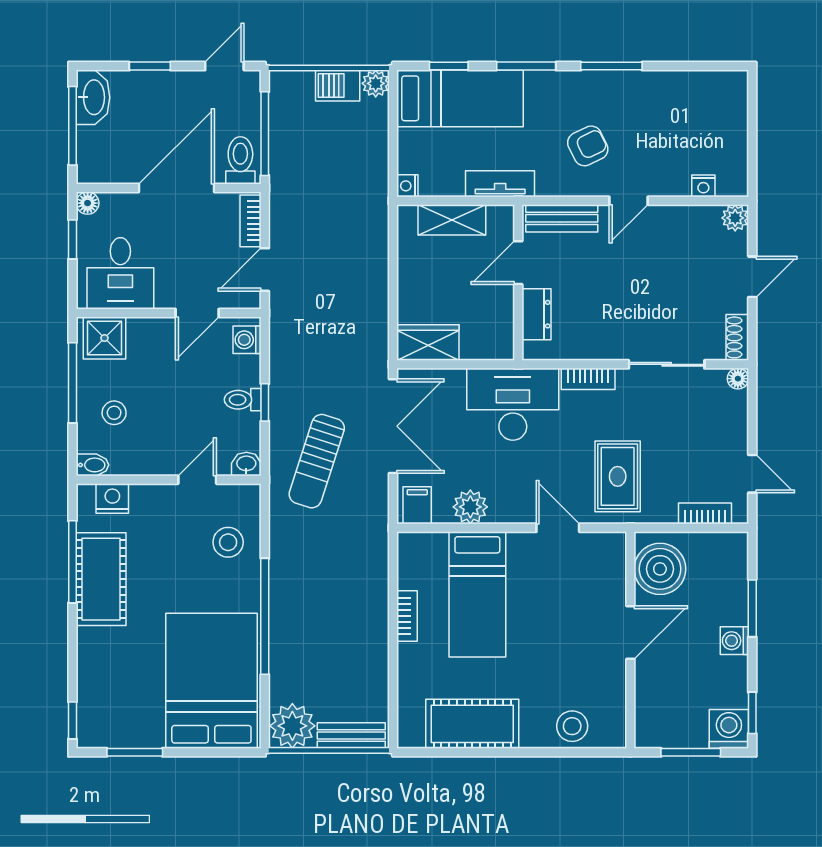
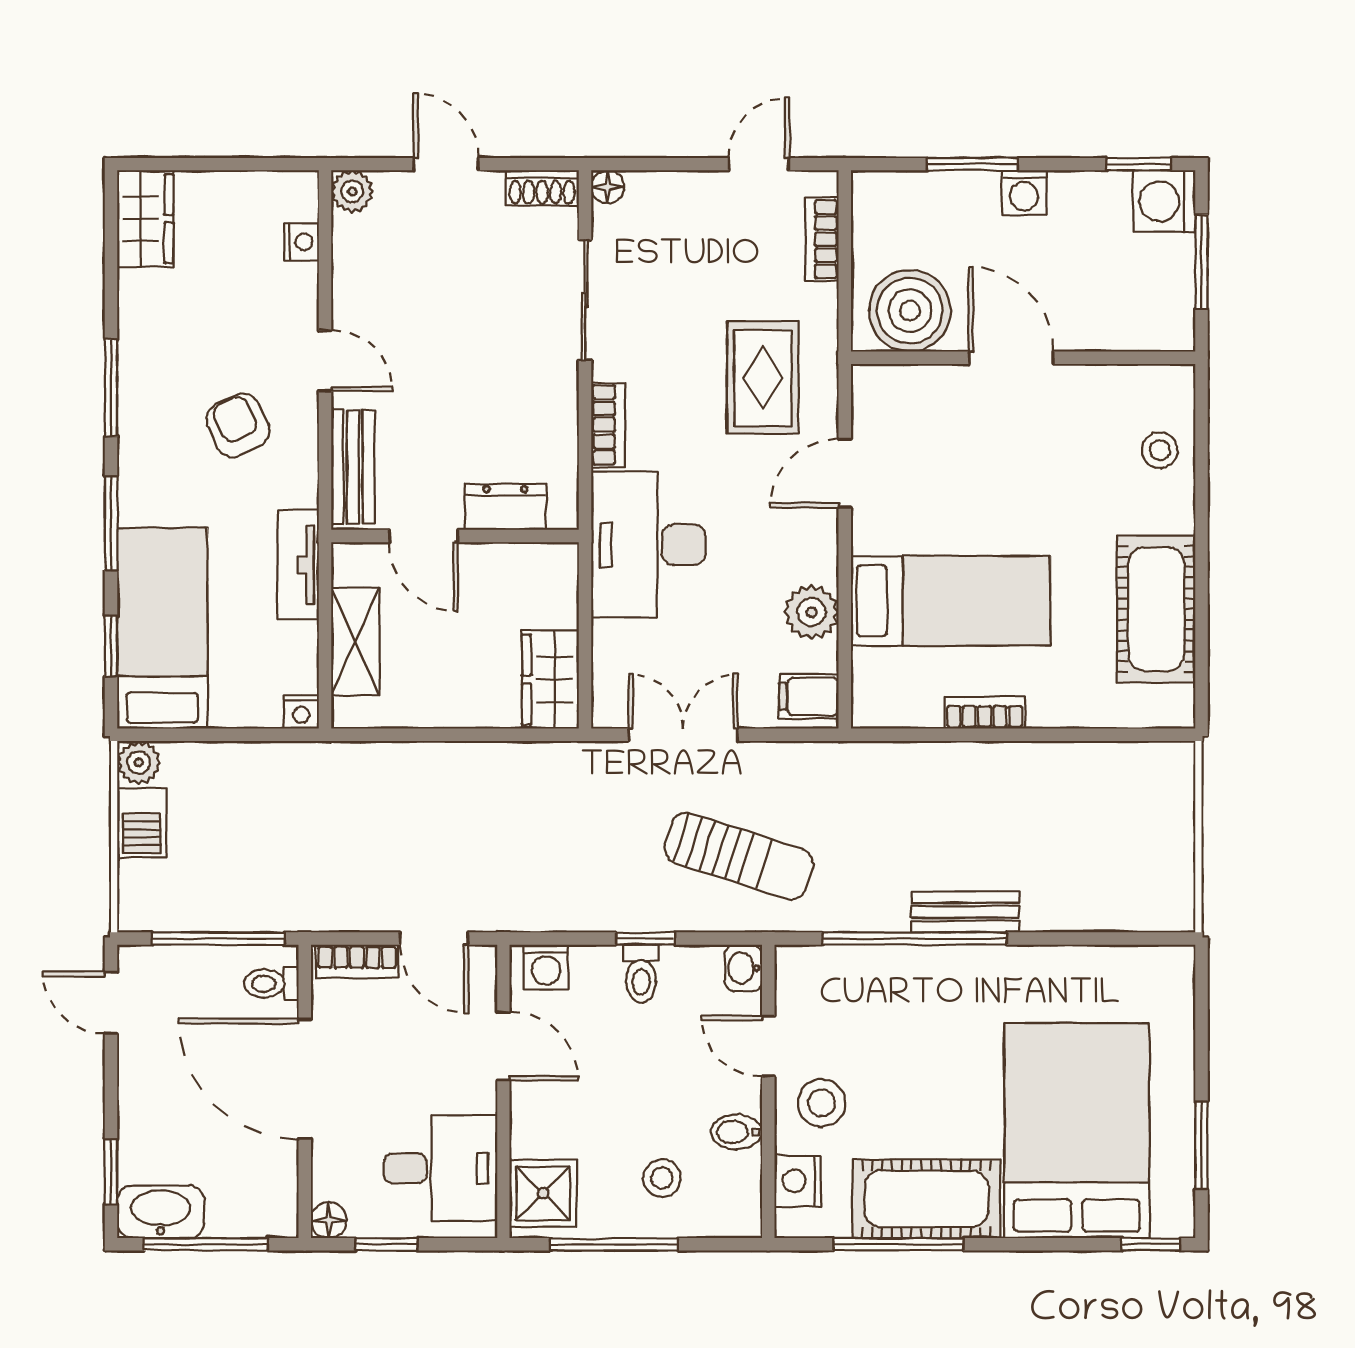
window: (150, 66) -> (111, 1172), moved
wardrobe: (718, 88) -> (145, 219), added
toilet: (240, 160) -> (271, 984), width x0.73, depth x0.72
double door: (393, 426) -> (683, 735), width x0.73
bidet: (92, 465) -> (737, 1132), moved, turned -90
rug: (618, 476) -> (763, 378), turned 90
stool: (228, 542) -> (822, 1103), moved
window: (265, 616) -> (915, 939), moved
bed: (211, 681) -> (1077, 1131), moved, turned 90
plant: (292, 726) -> (1159, 895), removed
stool: (572, 726) -> (1160, 450), width x0.73, depth x0.73
bench: (351, 736) -> (965, 912), moved, turned 90

